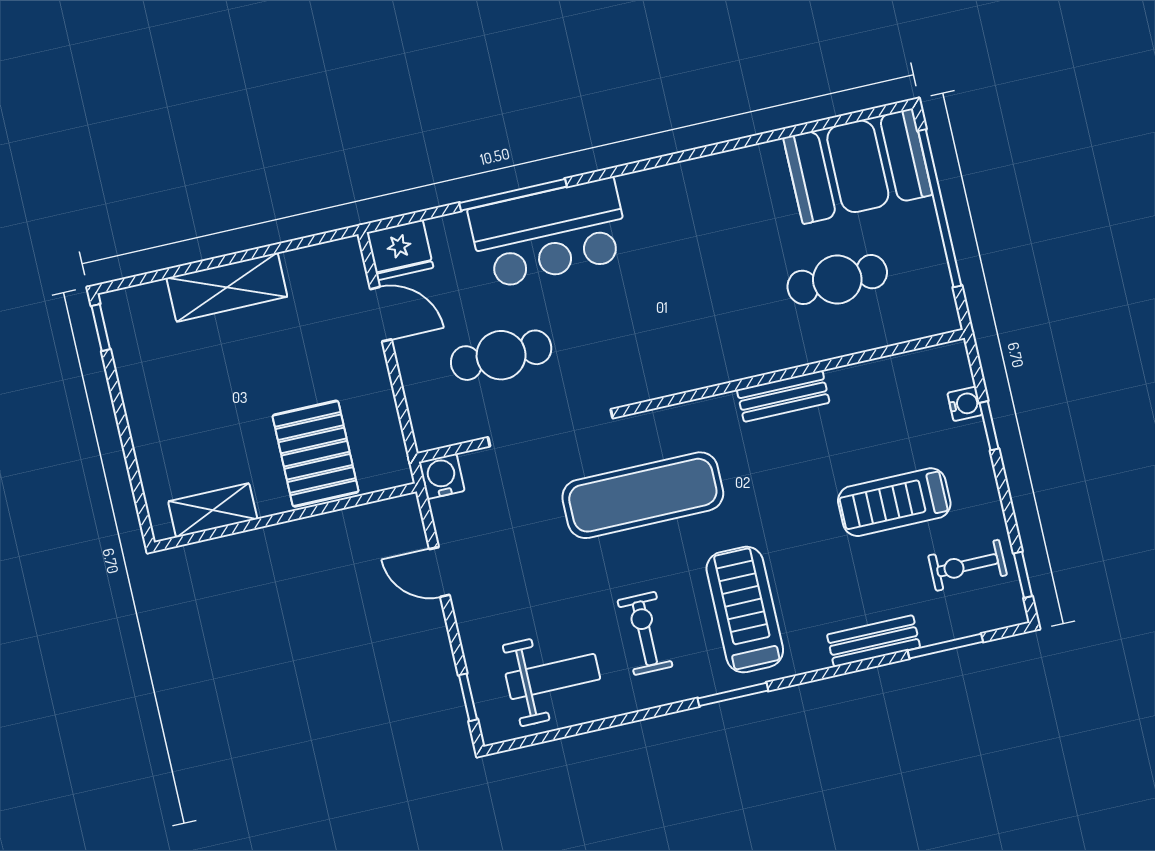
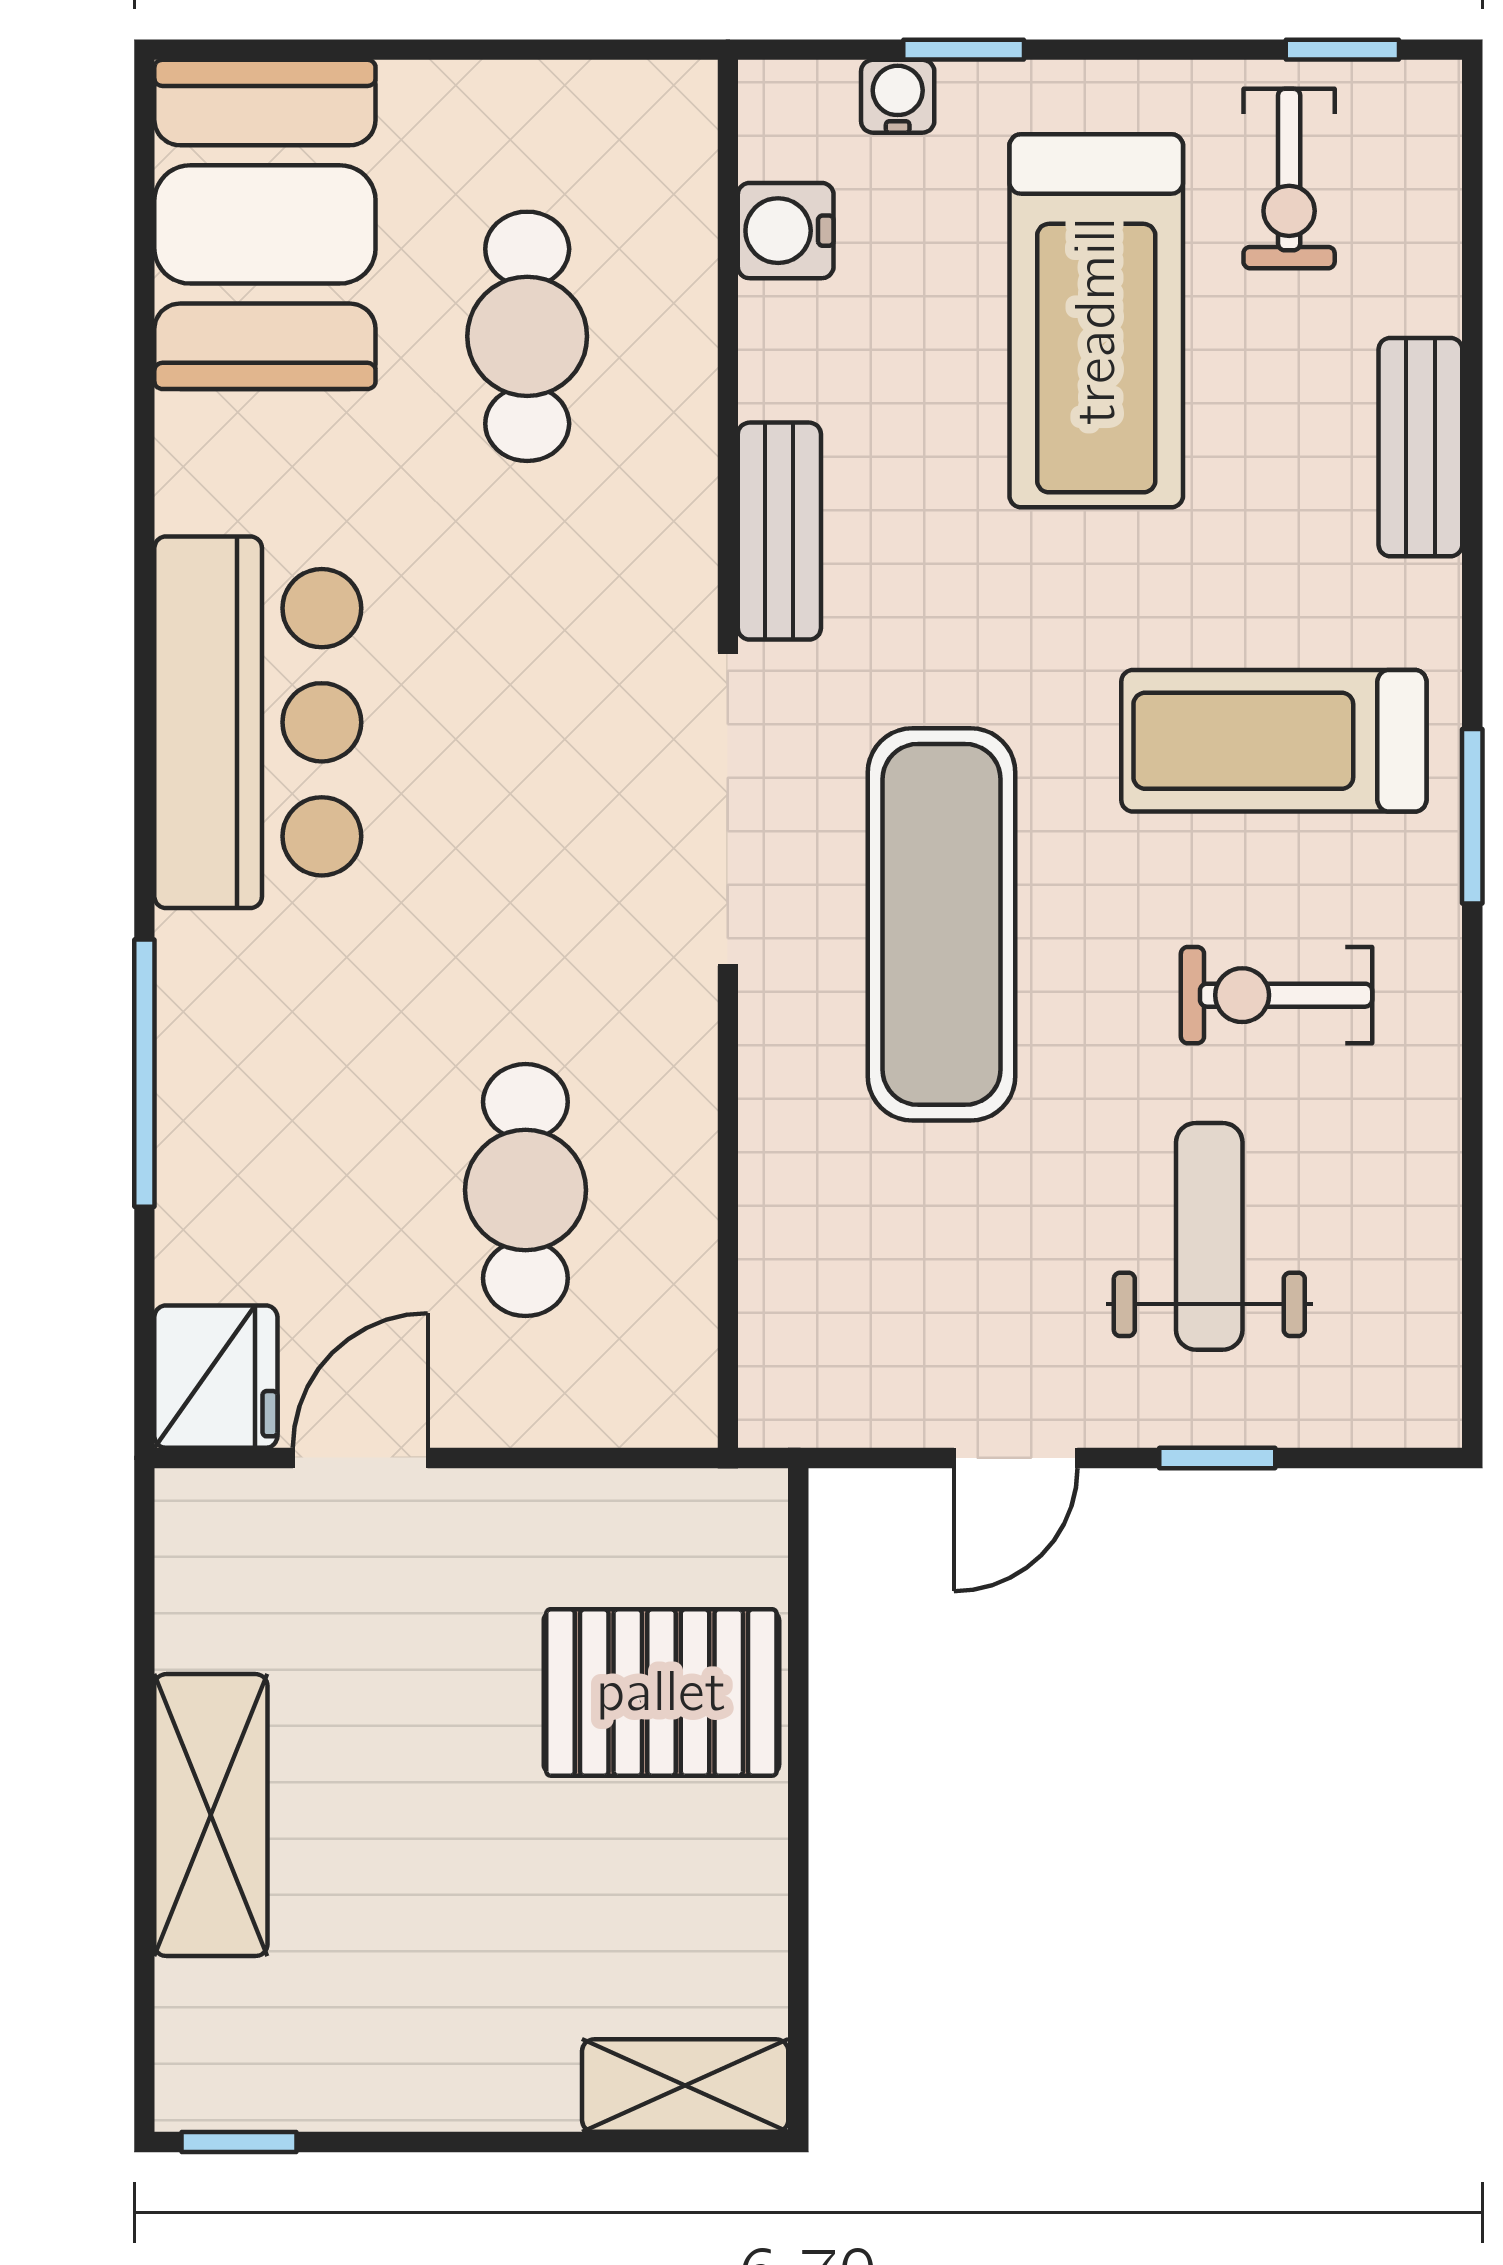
window: (940, 208) -> (411, 50), removed
bar counter: (549, 233) -> (258, 722), moved
doorway: (550, 428) -> (728, 809), moved
water cooler: (442, 476) -> (786, 231), moved
treadmill: (894, 502) -> (1096, 321), width x1.37, depth x1.38
shelving: (213, 510) -> (685, 2086), moved, turned 90
window: (945, 646) -> (1472, 277), removed
weight bench: (553, 677) -> (1209, 1236), moved
window: (468, 697) -> (1217, 1458), moved

